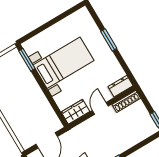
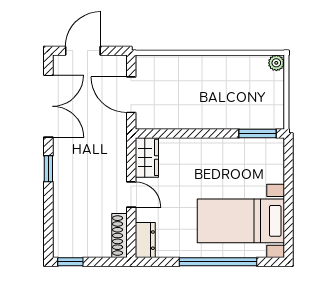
window: (109, 40) -> (218, 262), width x2.11
bed with nightstands: (64, 63) -> (241, 221), moved, turned 90

